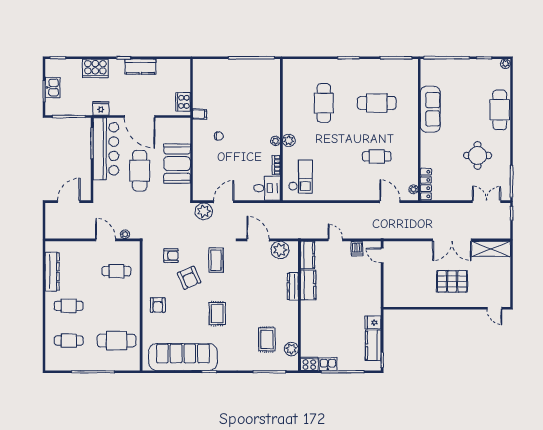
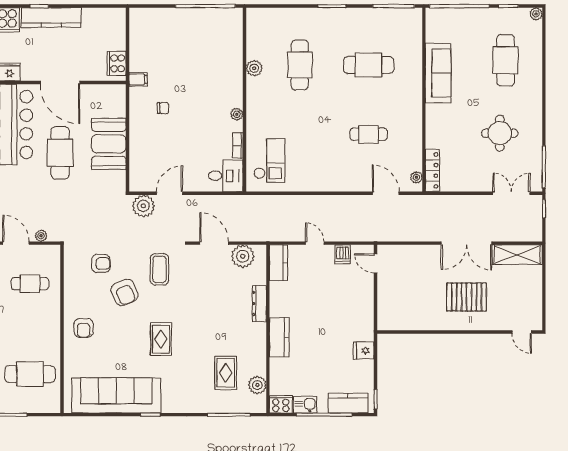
kitchen counter: (140, 67) -> (51, 18), width x1.50
cafe table: (500, 110) -> (506, 60), moved
plant: (289, 140) -> (254, 68), moved
kitchen counter: (308, 285) -> (279, 337), moved
kitchen counter: (373, 345) -> (348, 403), moved, turned 90

